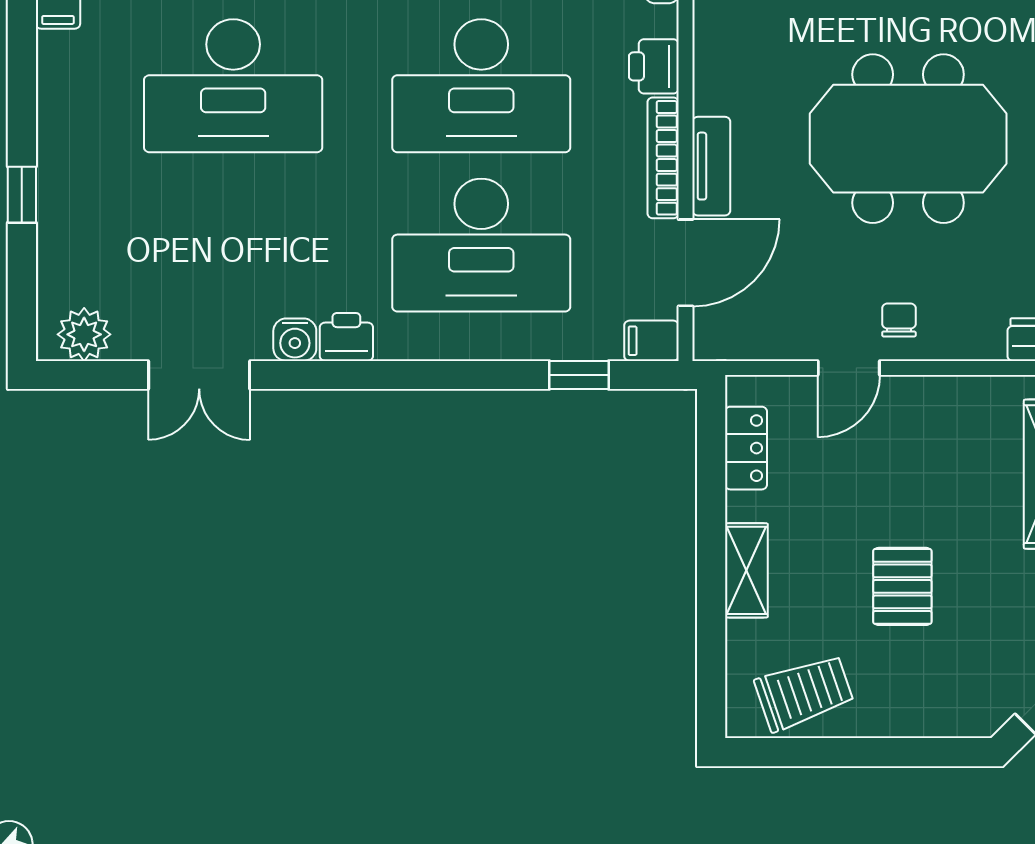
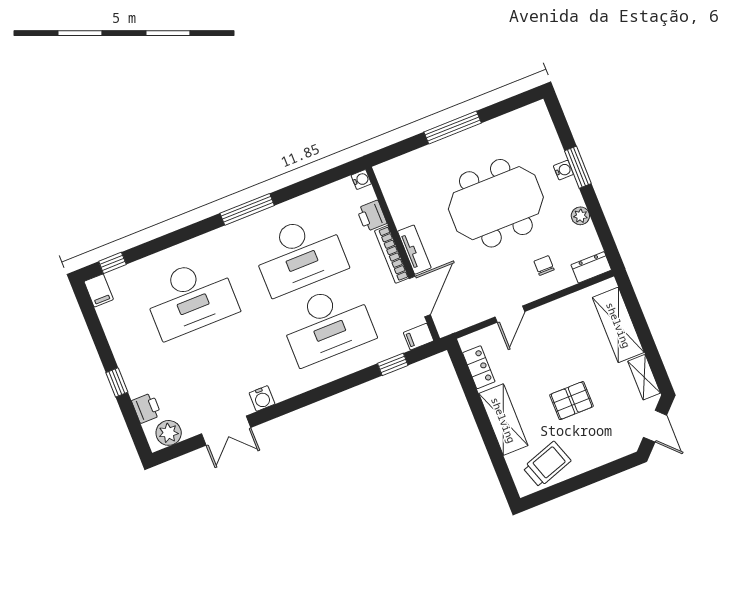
chair: (899, 320) -> (544, 266), moved
printer: (346, 337) -> (146, 408), moved, turned 90
shelving: (746, 570) -> (503, 420), width x1.50, depth x1.33
pallet: (902, 586) -> (572, 401), turned 90

